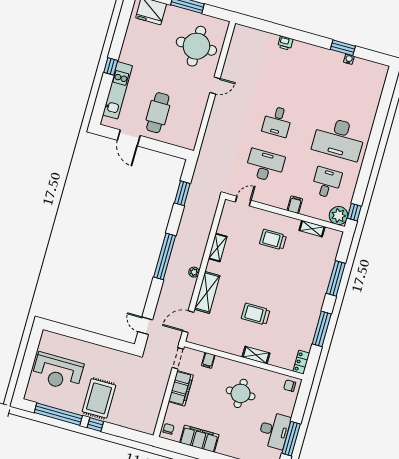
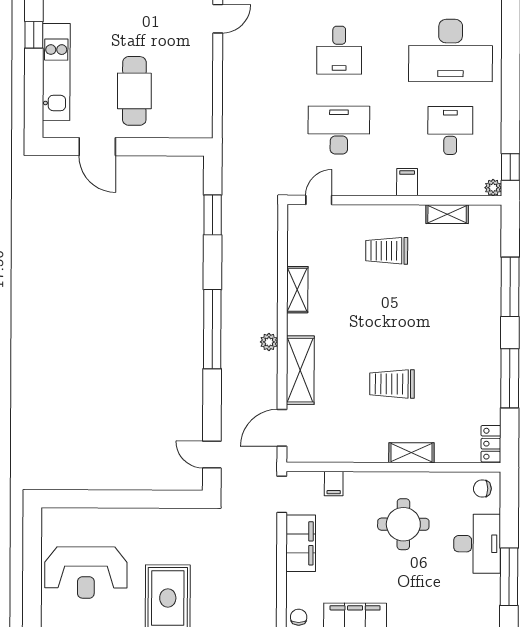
plant: (339, 216) -> (493, 188), width x0.53, depth x0.53
desk: (274, 430) -> (477, 544), moved

